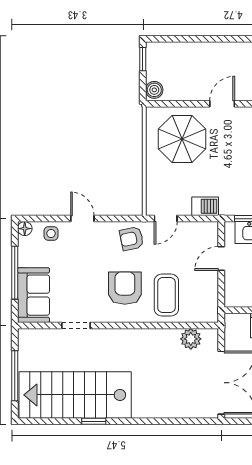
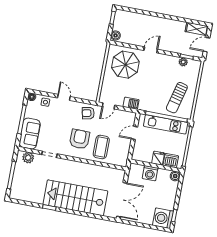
plant: (191, 339) -> (28, 158), moved
stairs: (75, 395) -> (75, 198), moved

